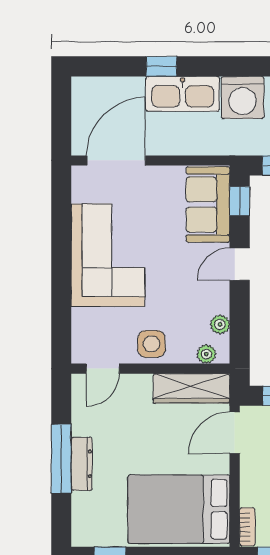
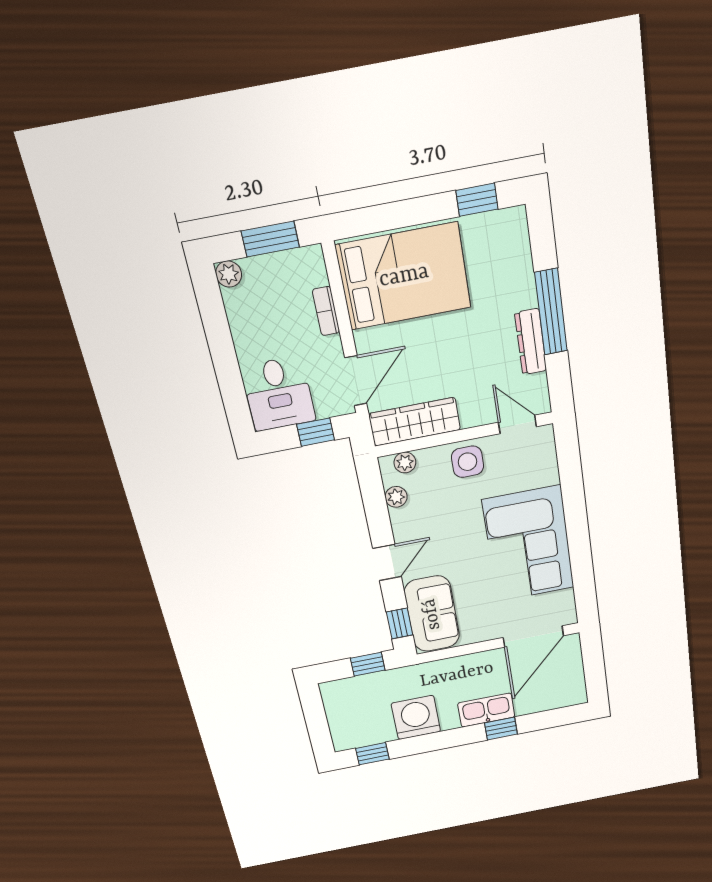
kitchen sink: (183, 94) -> (486, 710), width x0.73, depth x0.81
door: (103, 369) -> (517, 424), hinge flipped
dresser: (82, 464) -> (531, 342), moved
bookcase: (247, 527) -> (326, 311), moved

